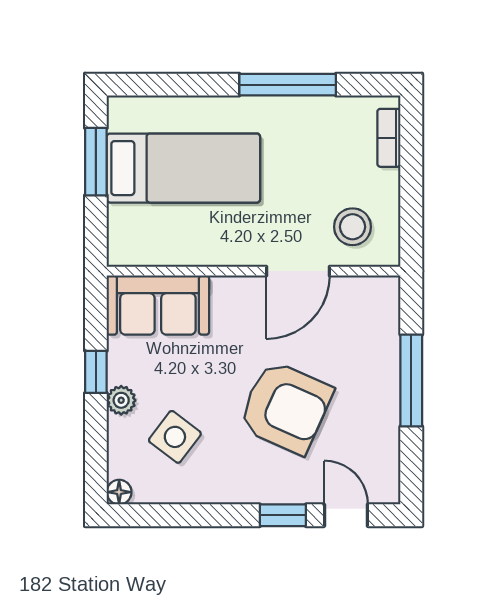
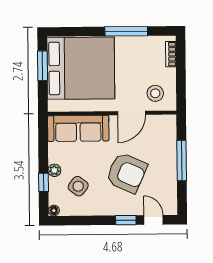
bed: (183, 168) -> (81, 68), width x2.04
sofa: (158, 305) -> (78, 128), width x1.36
window: (96, 372) -> (43, 182), moved

